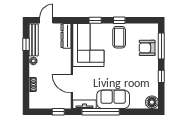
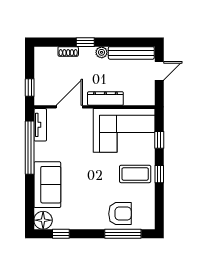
door: (46, 20) -> (159, 71), hinge flipped
dresser: (66, 36) -> (105, 99), moved
window: (26, 44) -> (85, 42), moved
armchair: (147, 48) -> (120, 214), turned 90
window: (161, 76) -> (61, 234), moved
sofa: (113, 99) -> (47, 185), moved

